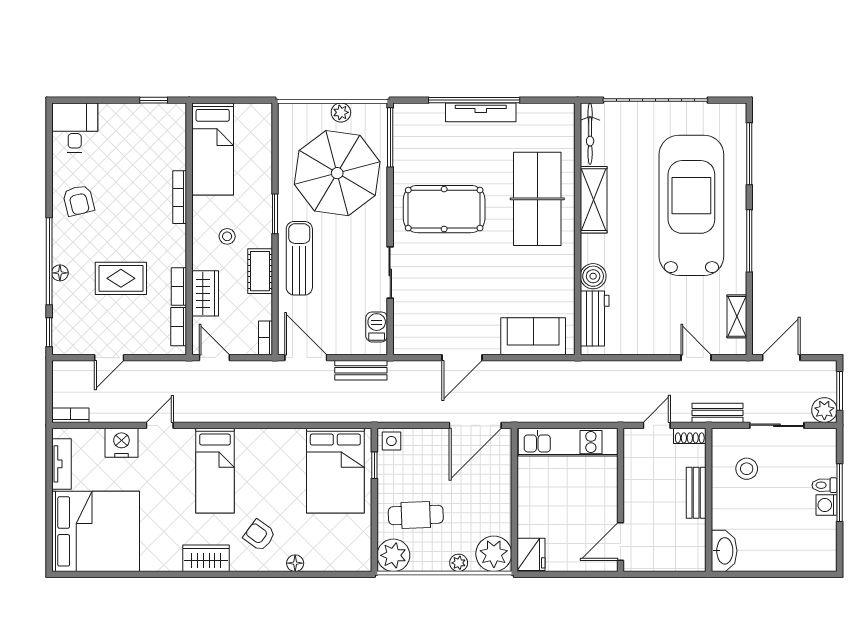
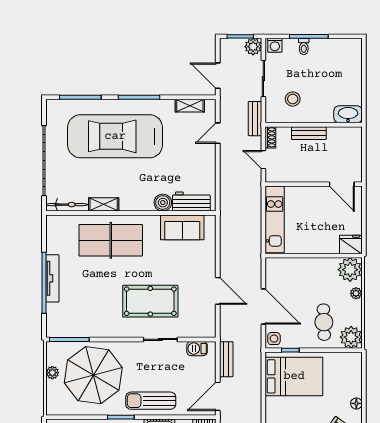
shelving: (594, 200) -> (104, 204), width x0.67, depth x0.75
pool table: (444, 209) -> (150, 301), moved, turned 90
sofa: (533, 336) -> (182, 227), moved, turned -90
door: (475, 425) -> (263, 307), moved
washing machine: (826, 505) -> (275, 45), moved

